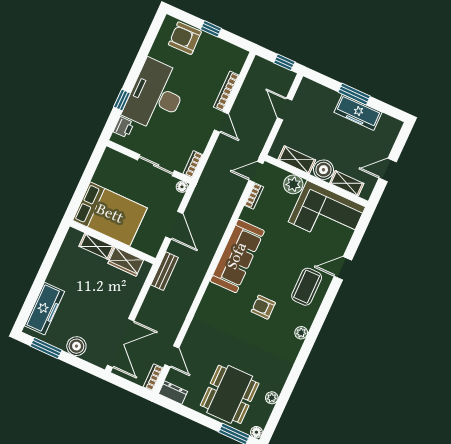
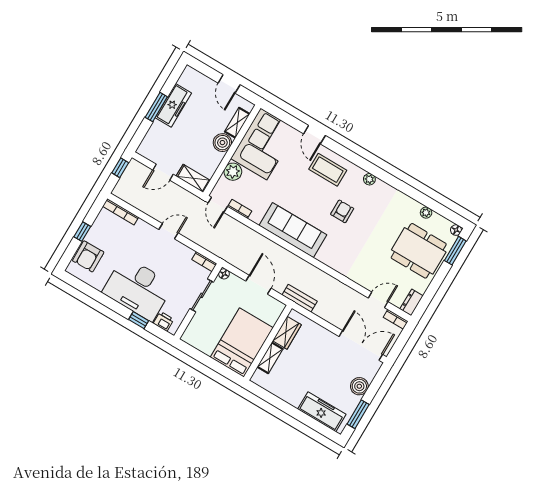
bookcase: (226, 91) -> (121, 212), moved
shelving: (297, 160) -> (193, 178), moved, turned 90
door: (174, 225) -> (258, 285), hinge flipped
armchair: (263, 307) -> (342, 211), turned 180

